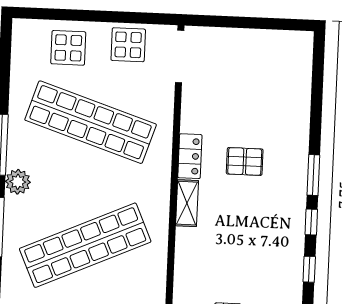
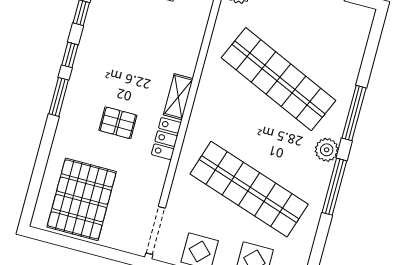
pallet: (265, 72) -> (82, 199), added
shop shelf: (85, 245) -> (279, 79), turned 48

